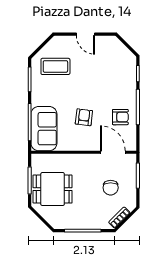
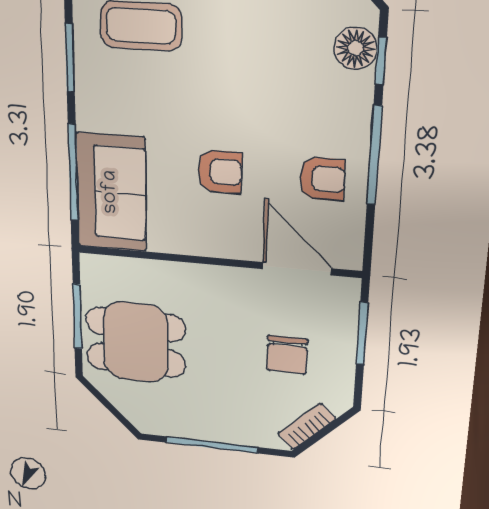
floor lamp: (129, 70) -> (356, 48), added
armchair: (84, 117) -> (220, 172), turned 83

